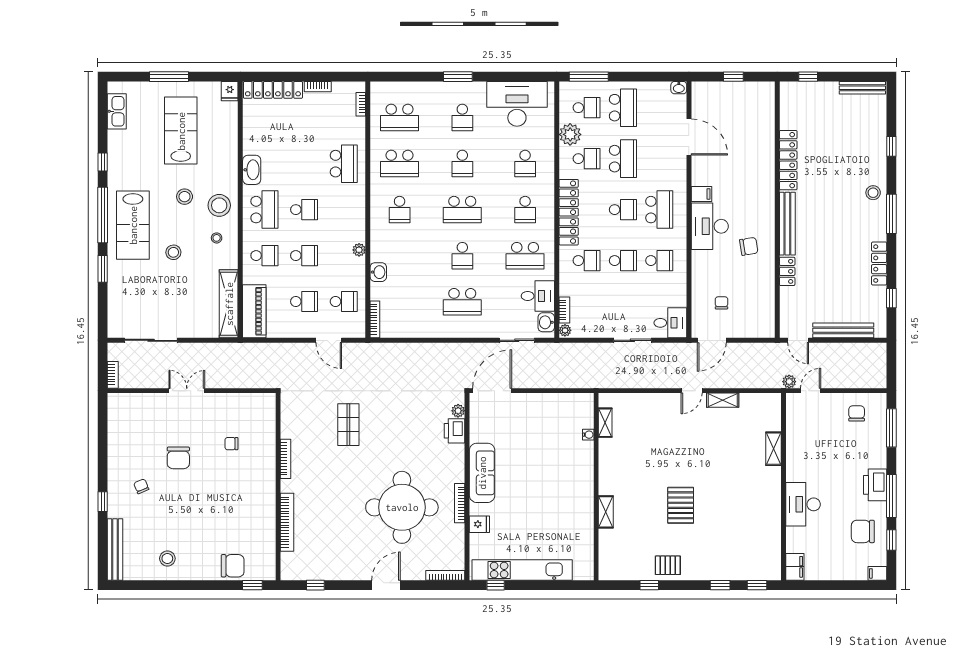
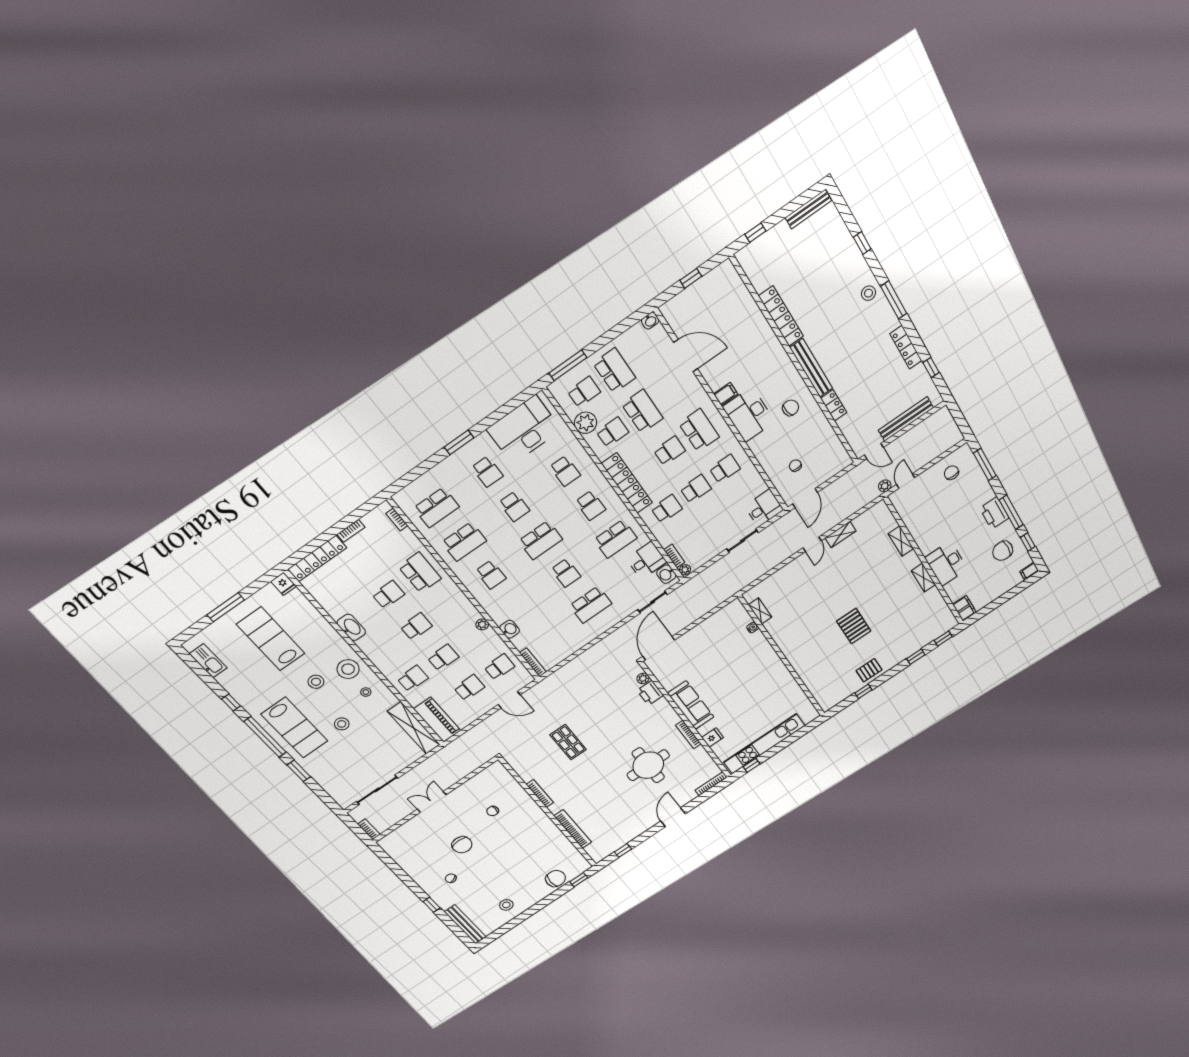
school desk: (264, 210) -> (388, 594), moved, width x0.54
round table: (402, 507) -> (648, 765), width x0.73, depth x0.73
shelving: (606, 512) -> (923, 578), moved

